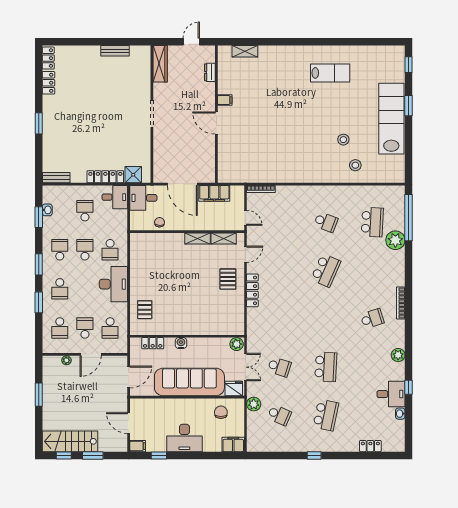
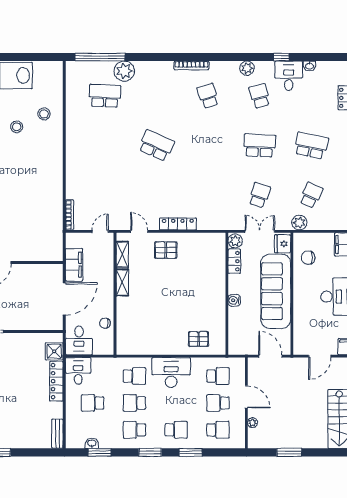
school desk: (326, 222) -> (260, 96), moved, turned -36
locker: (153, 343) -> (234, 261), moved

